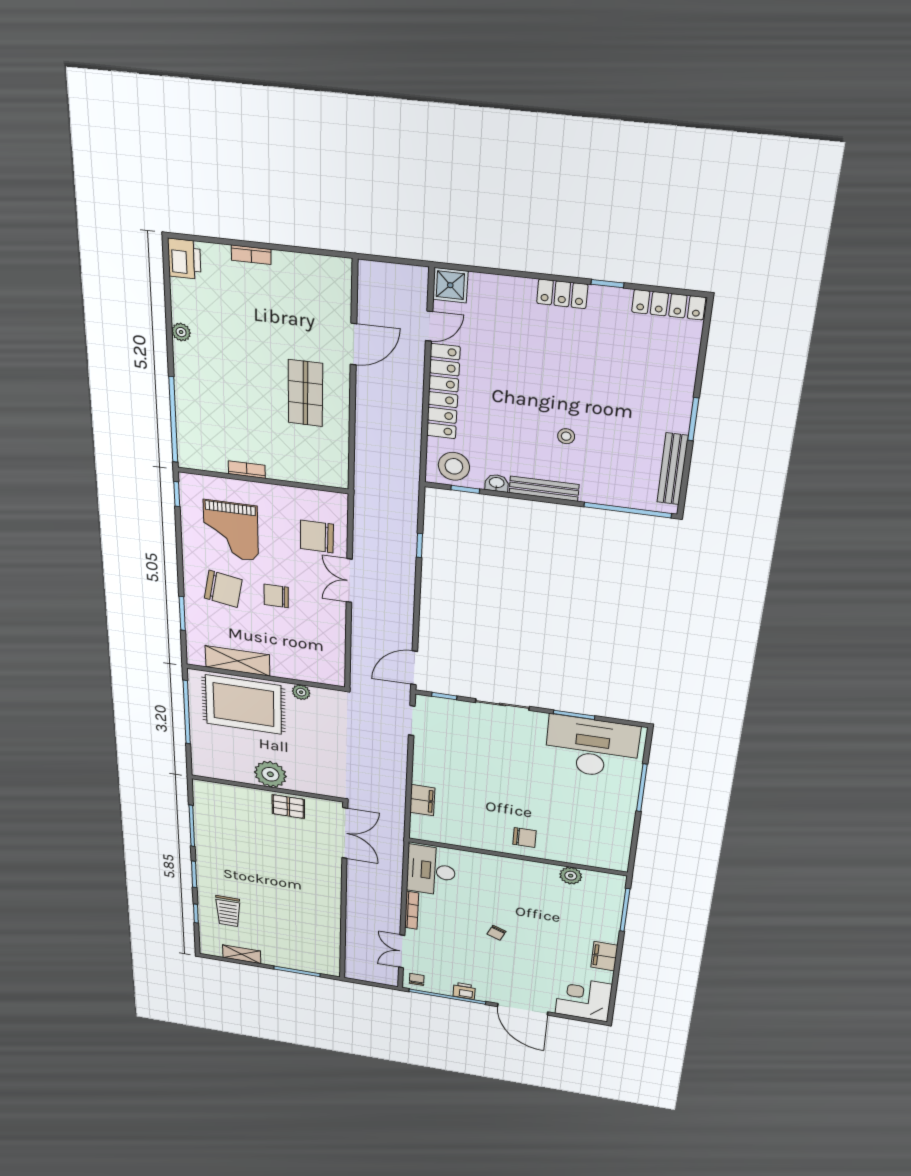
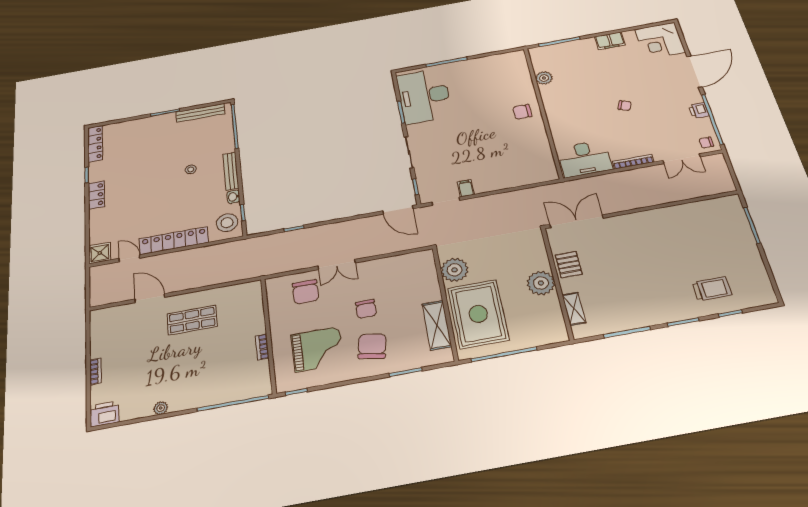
plant: (301, 692) -> (454, 270), width x1.88, depth x1.88
filing cabinet: (422, 800) -> (466, 188), moved, width x0.50
chair: (525, 838) -> (522, 112), turned -90
shelving: (242, 954) -> (574, 309), moved

